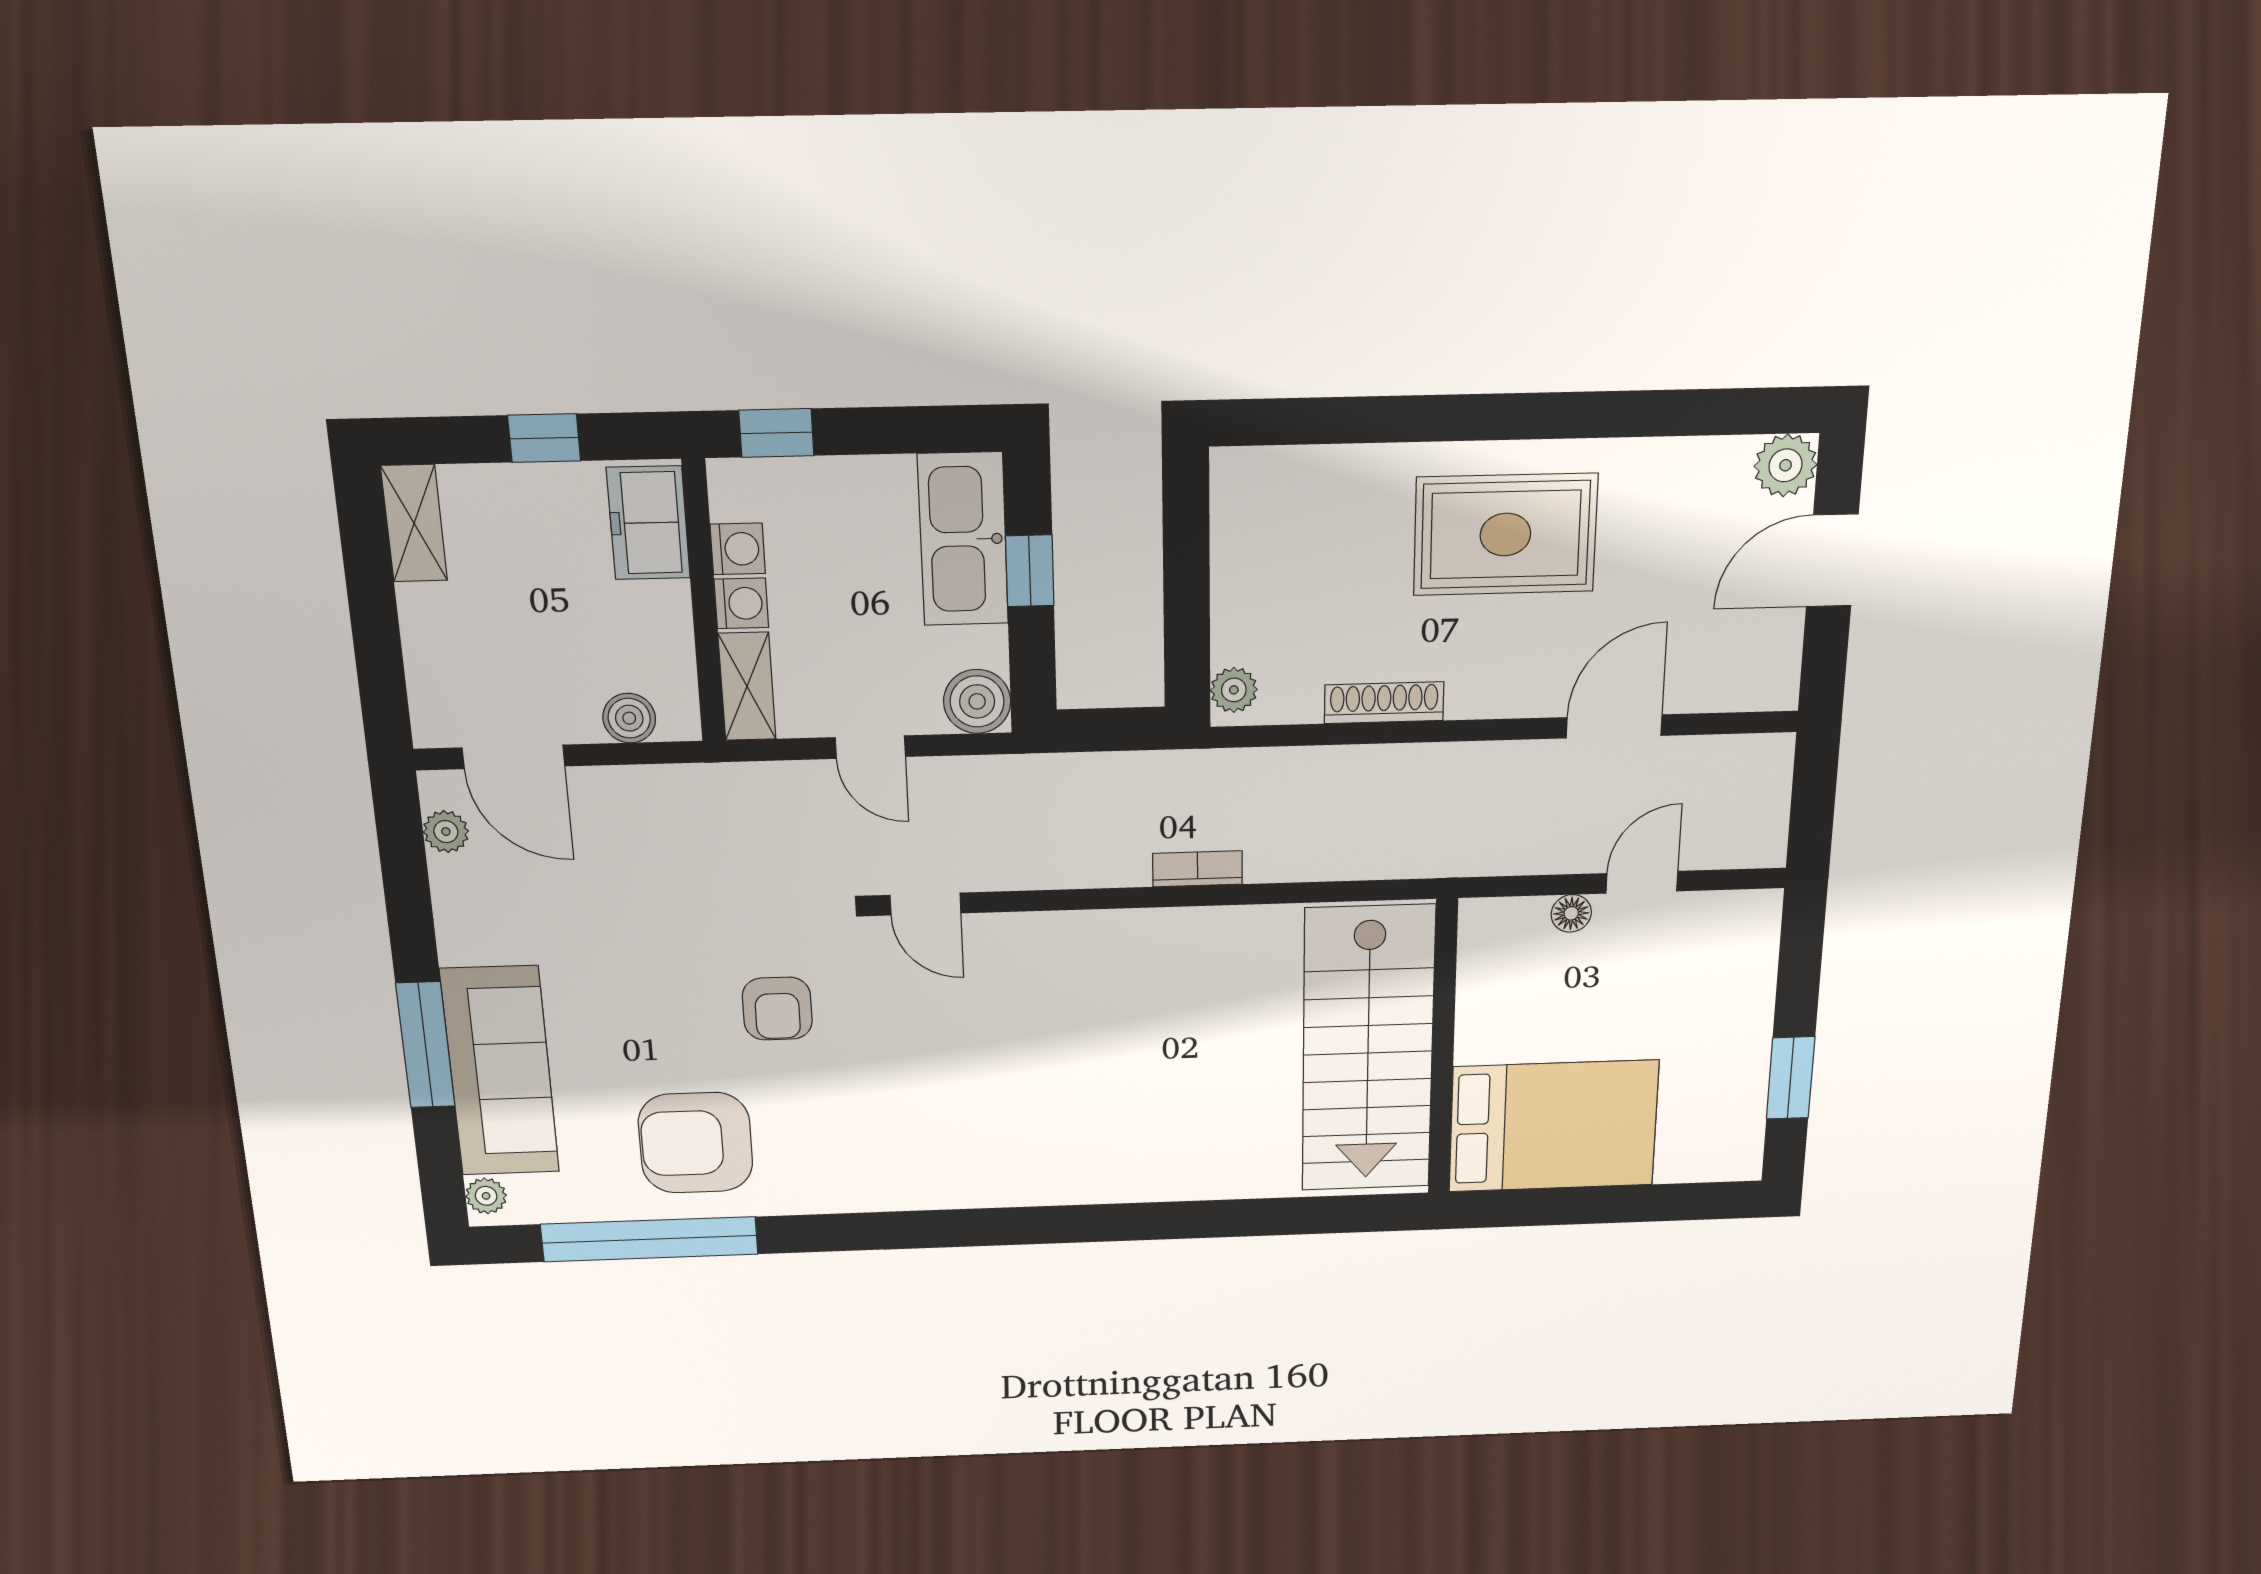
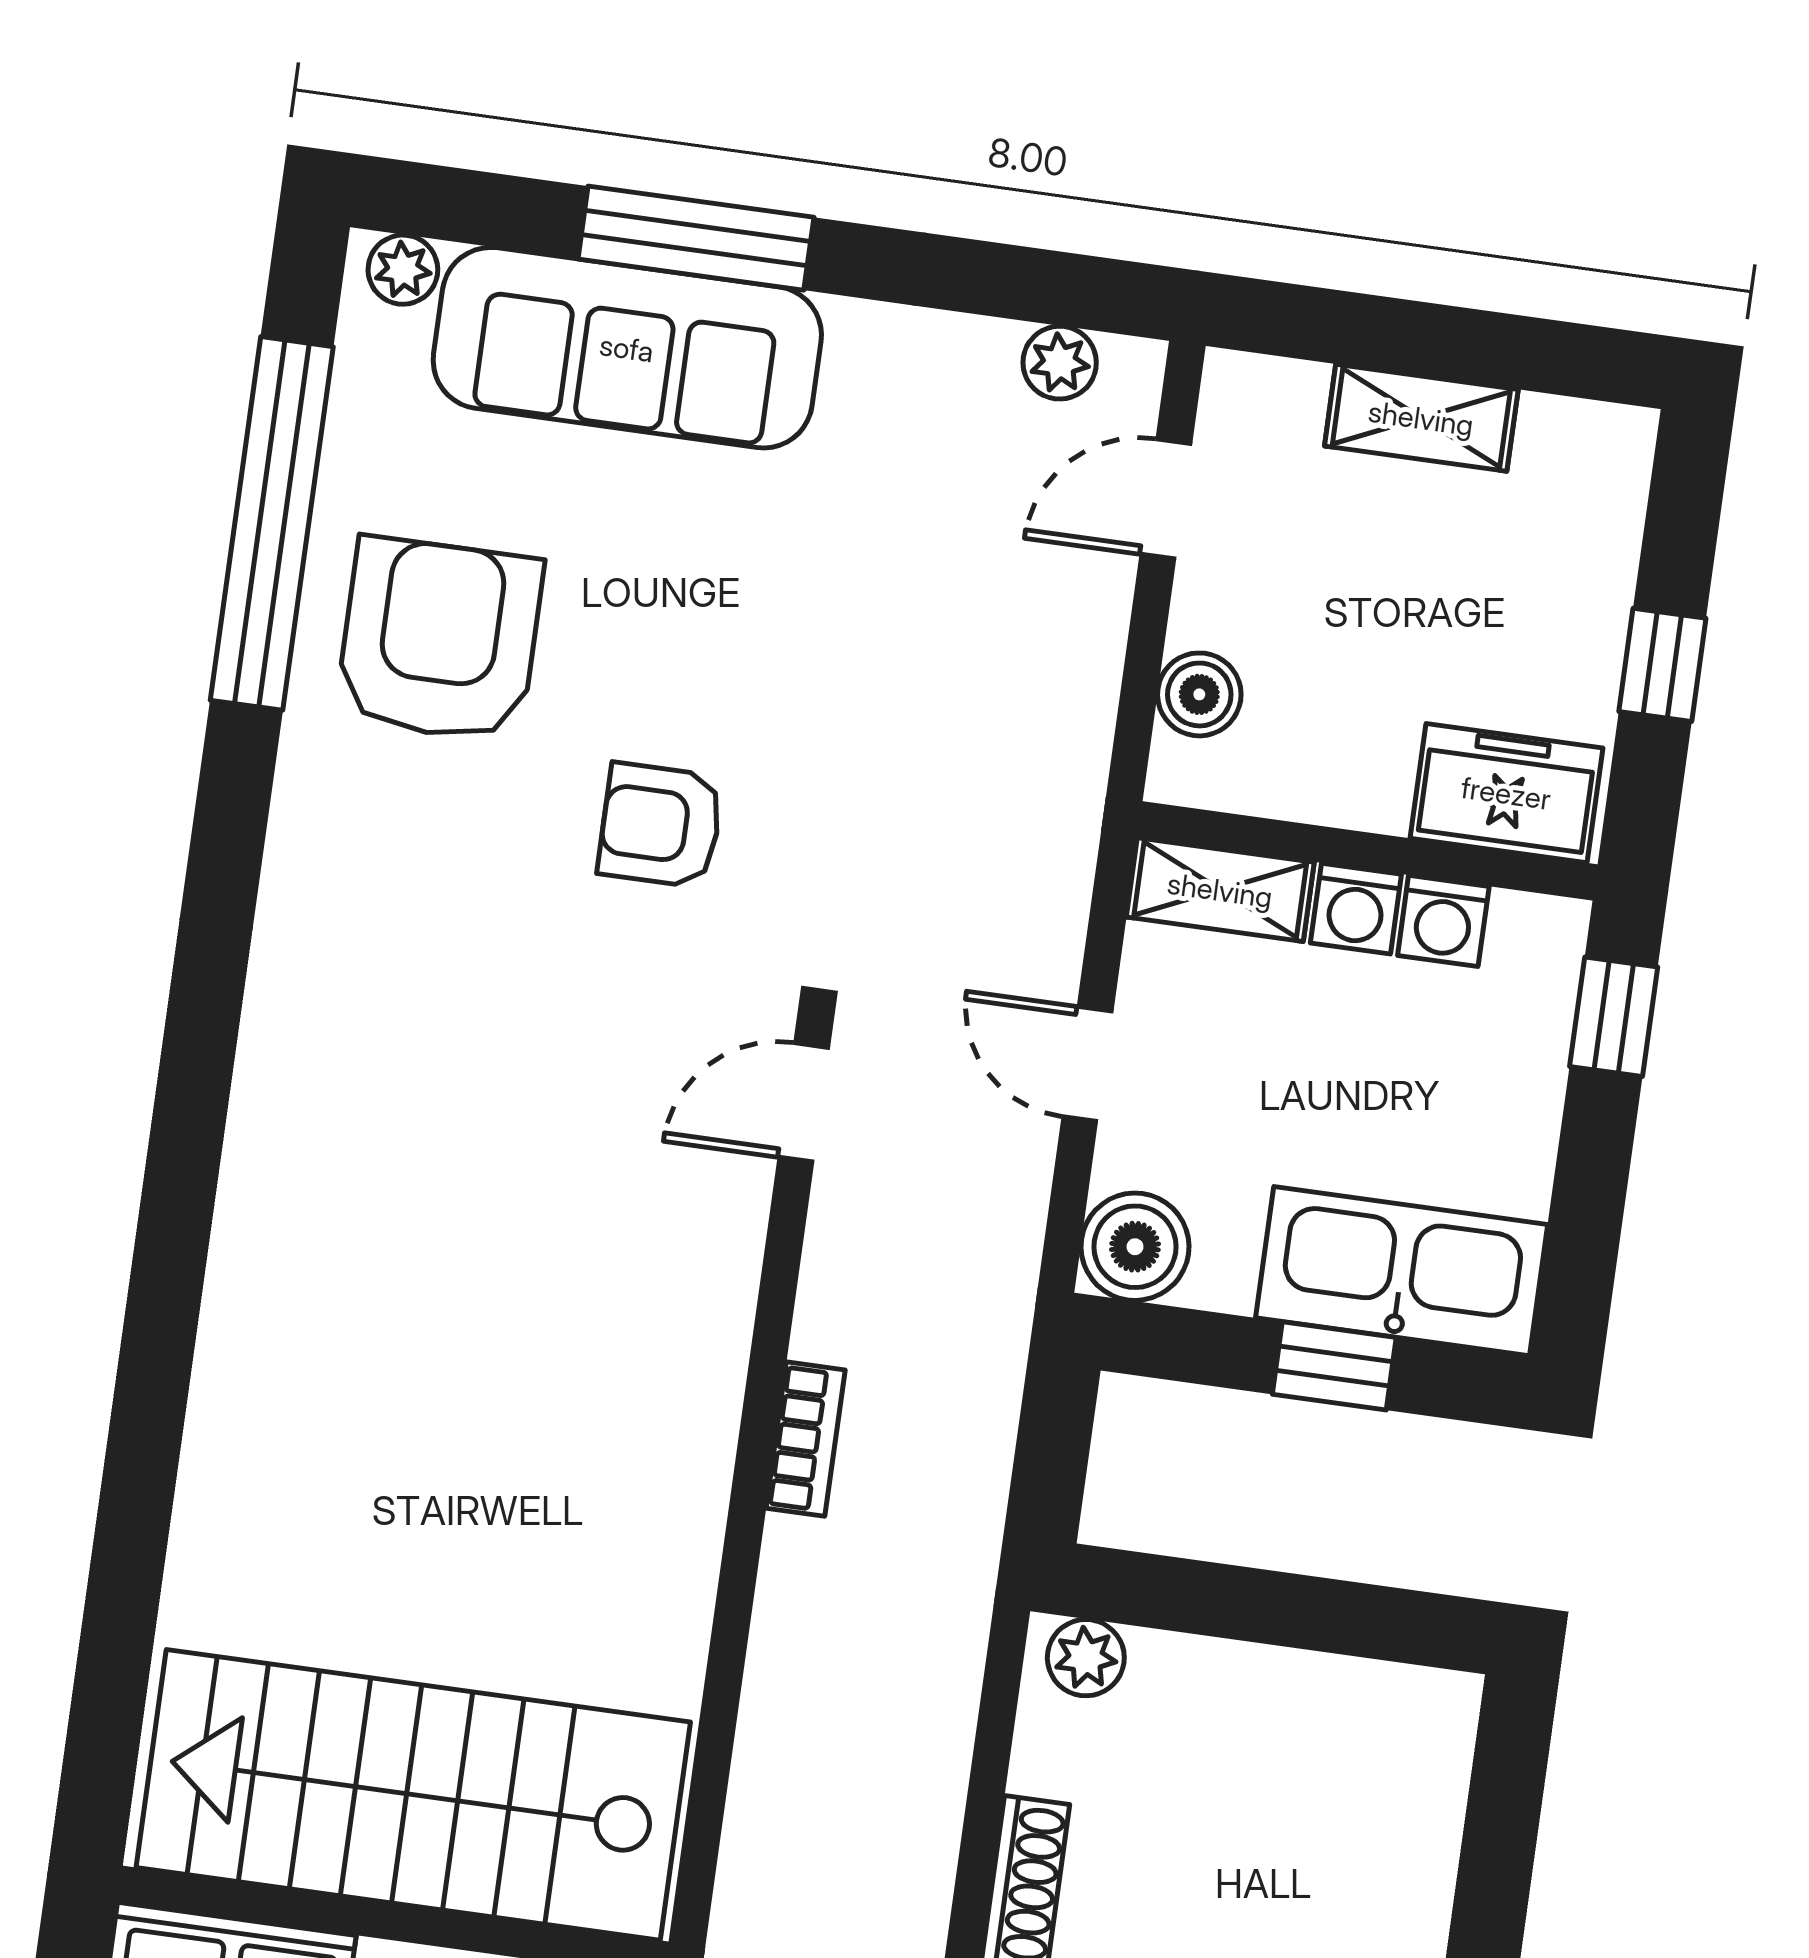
shelving: (414, 523) -> (1421, 418), moved
door: (870, 747) -> (1087, 1064), hinge flipped
door: (514, 757) -> (1166, 499), width x0.73
bookcase: (1197, 869) -> (806, 1439), moved

